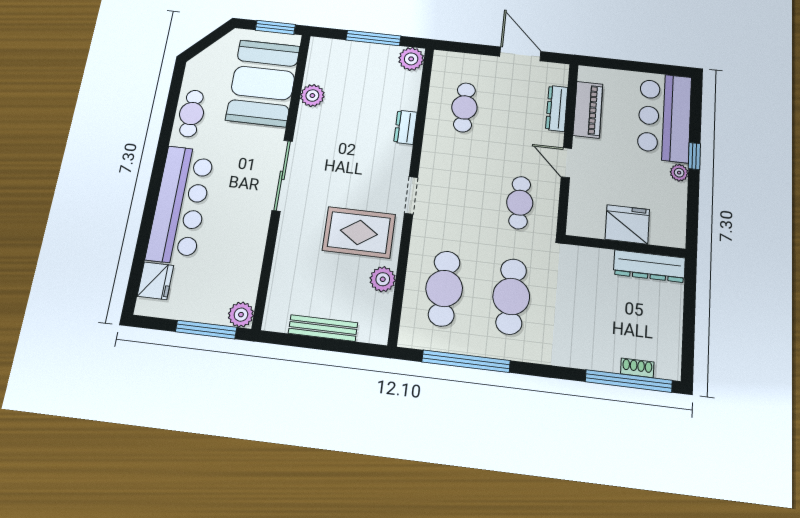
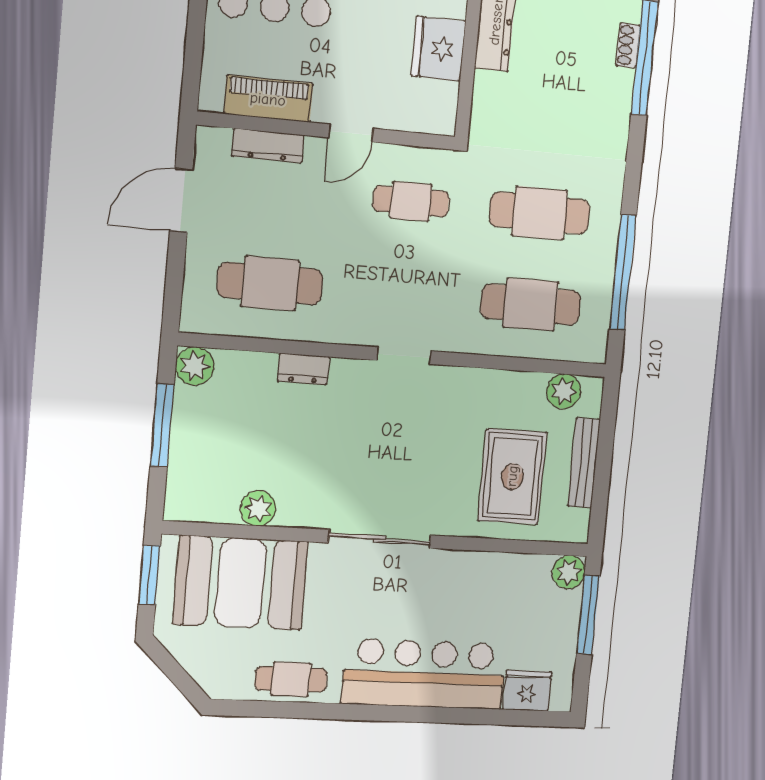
cafe table: (464, 107) -> (270, 283), width x1.37, depth x1.35
rug: (359, 232) -> (512, 476), moved
plant: (383, 279) -> (564, 391), moved

